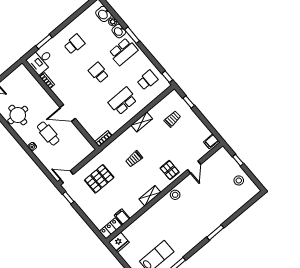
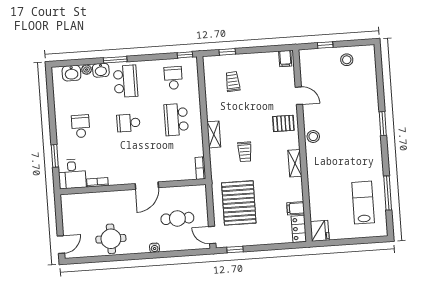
shelving: (142, 122) -> (214, 134), moved
cafe table: (48, 133) -> (177, 218), moved
door: (67, 177) -> (212, 235), hinge flipped
pallet: (99, 179) -> (239, 203), width x1.37, depth x1.41

